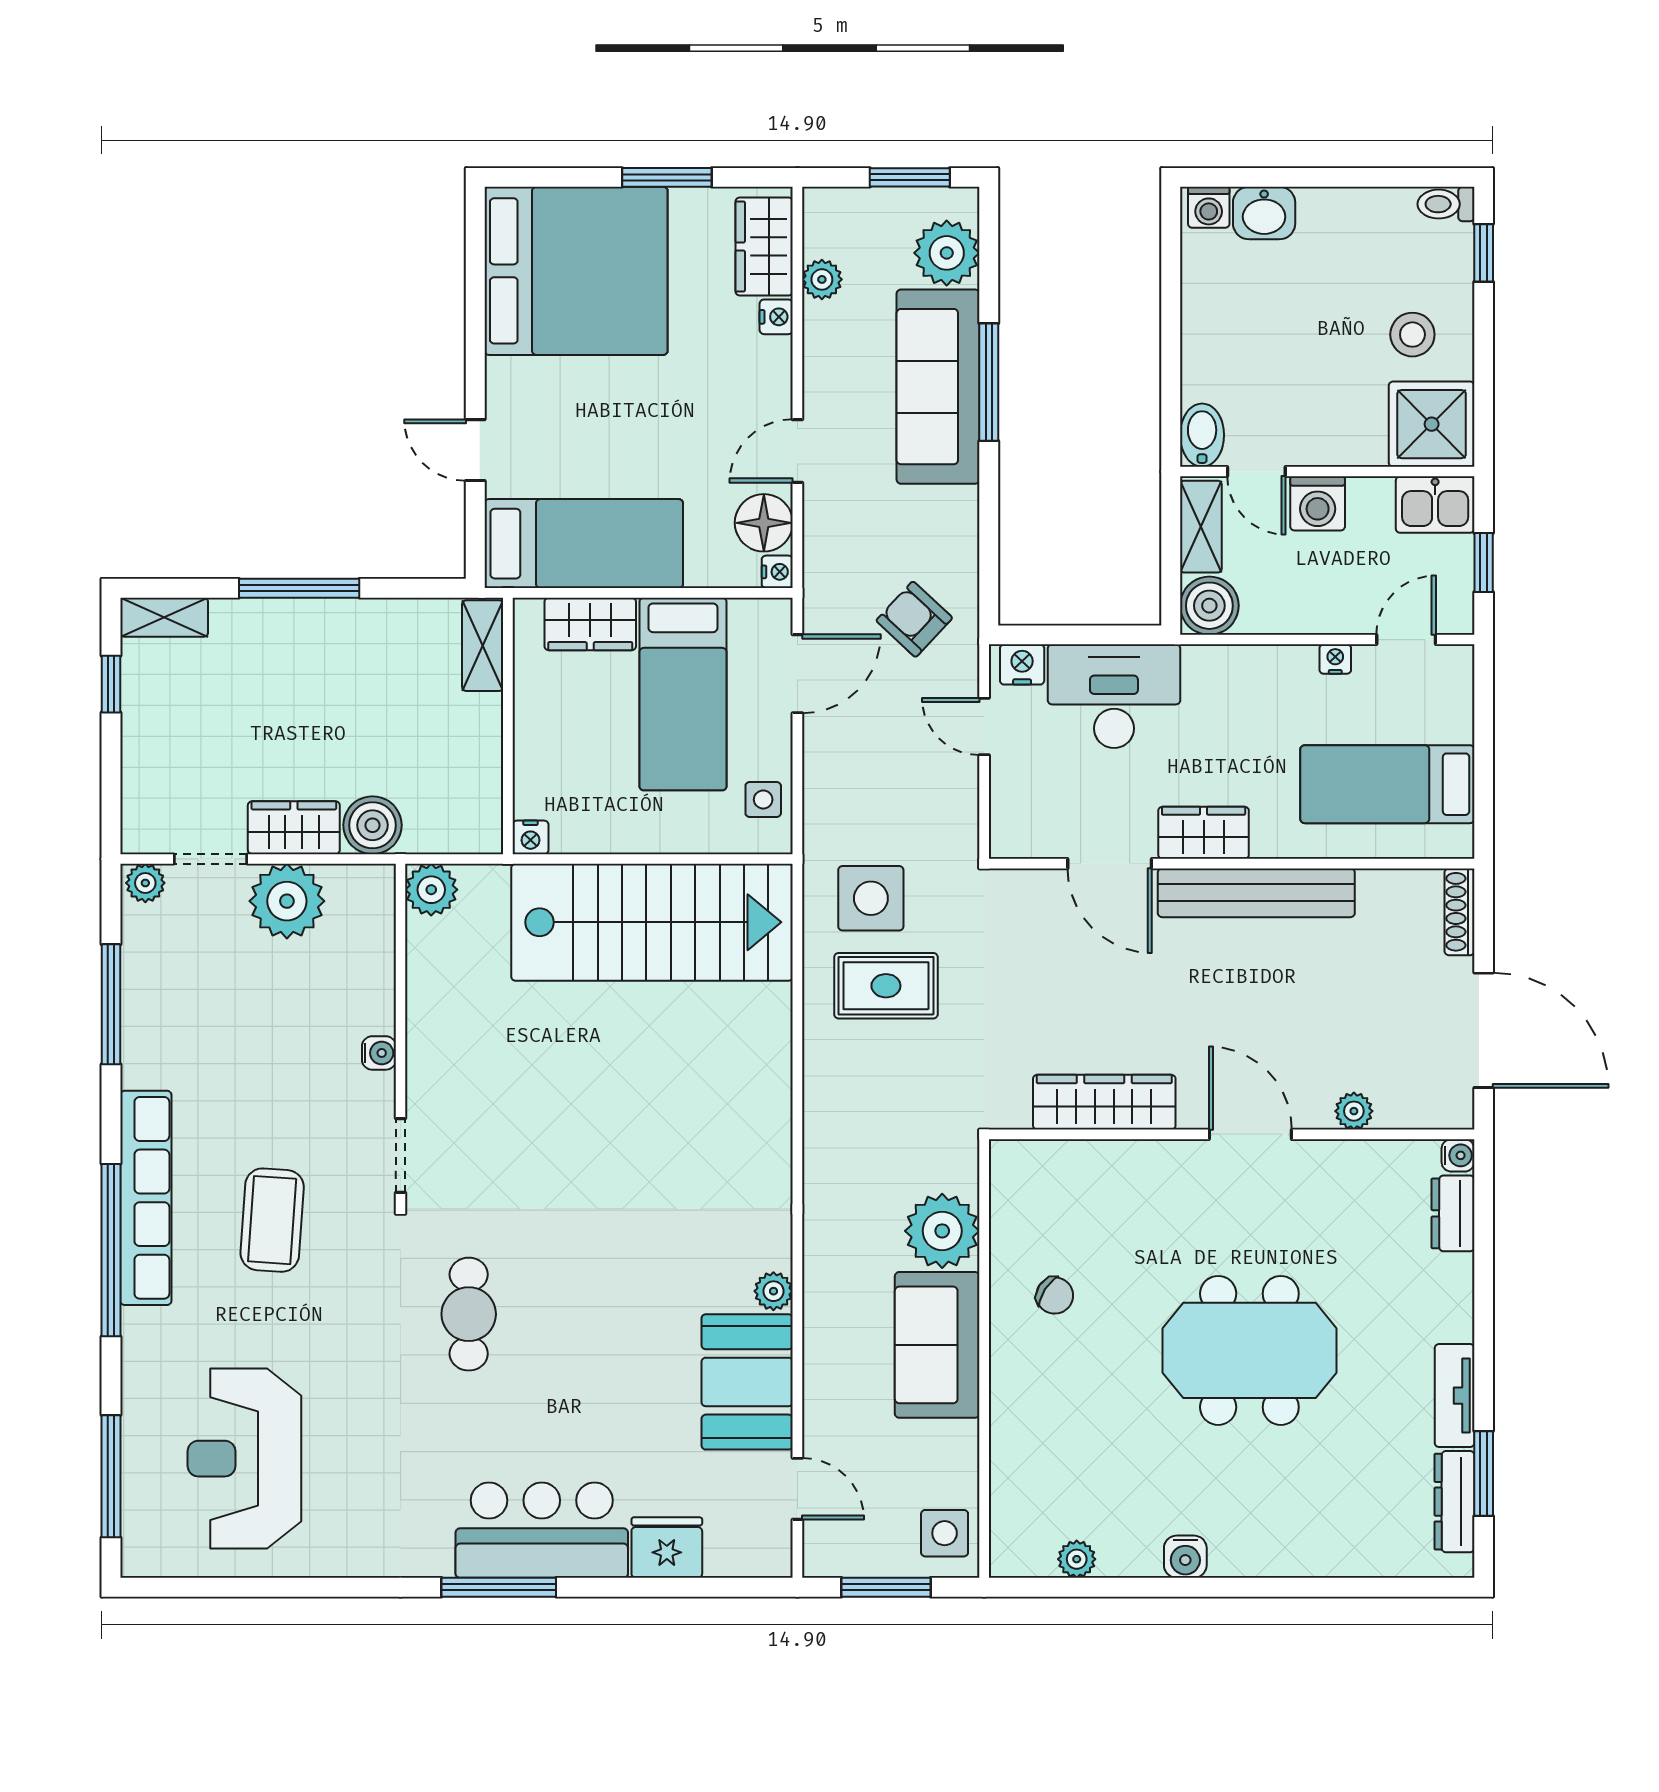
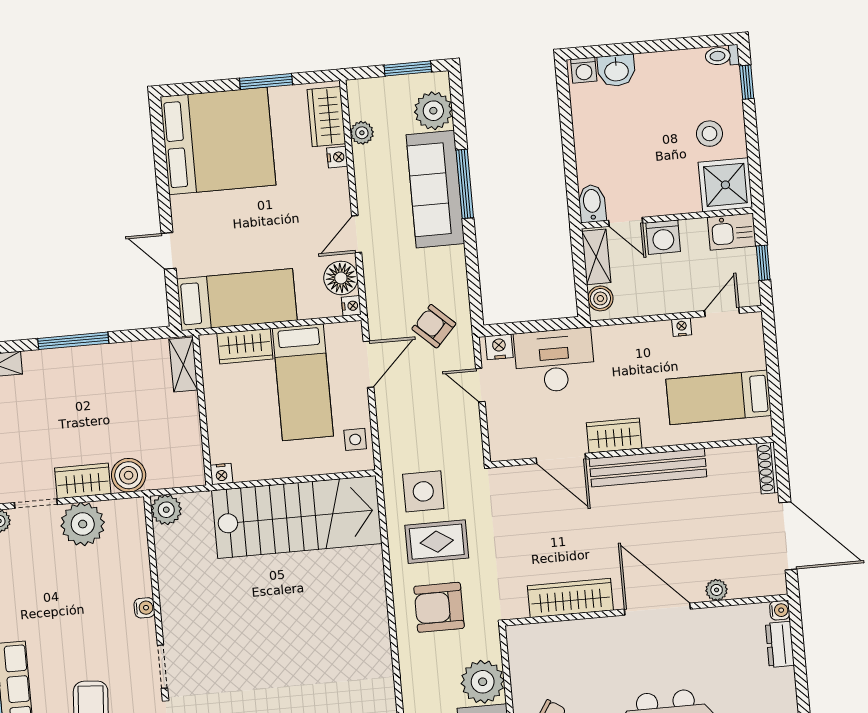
boiler: (1209, 606) -> (600, 298), width x0.73, depth x0.73
armchair: (880, 1098) -> (439, 607), added
door: (1250, 1134) -> (657, 609), width x1.36

